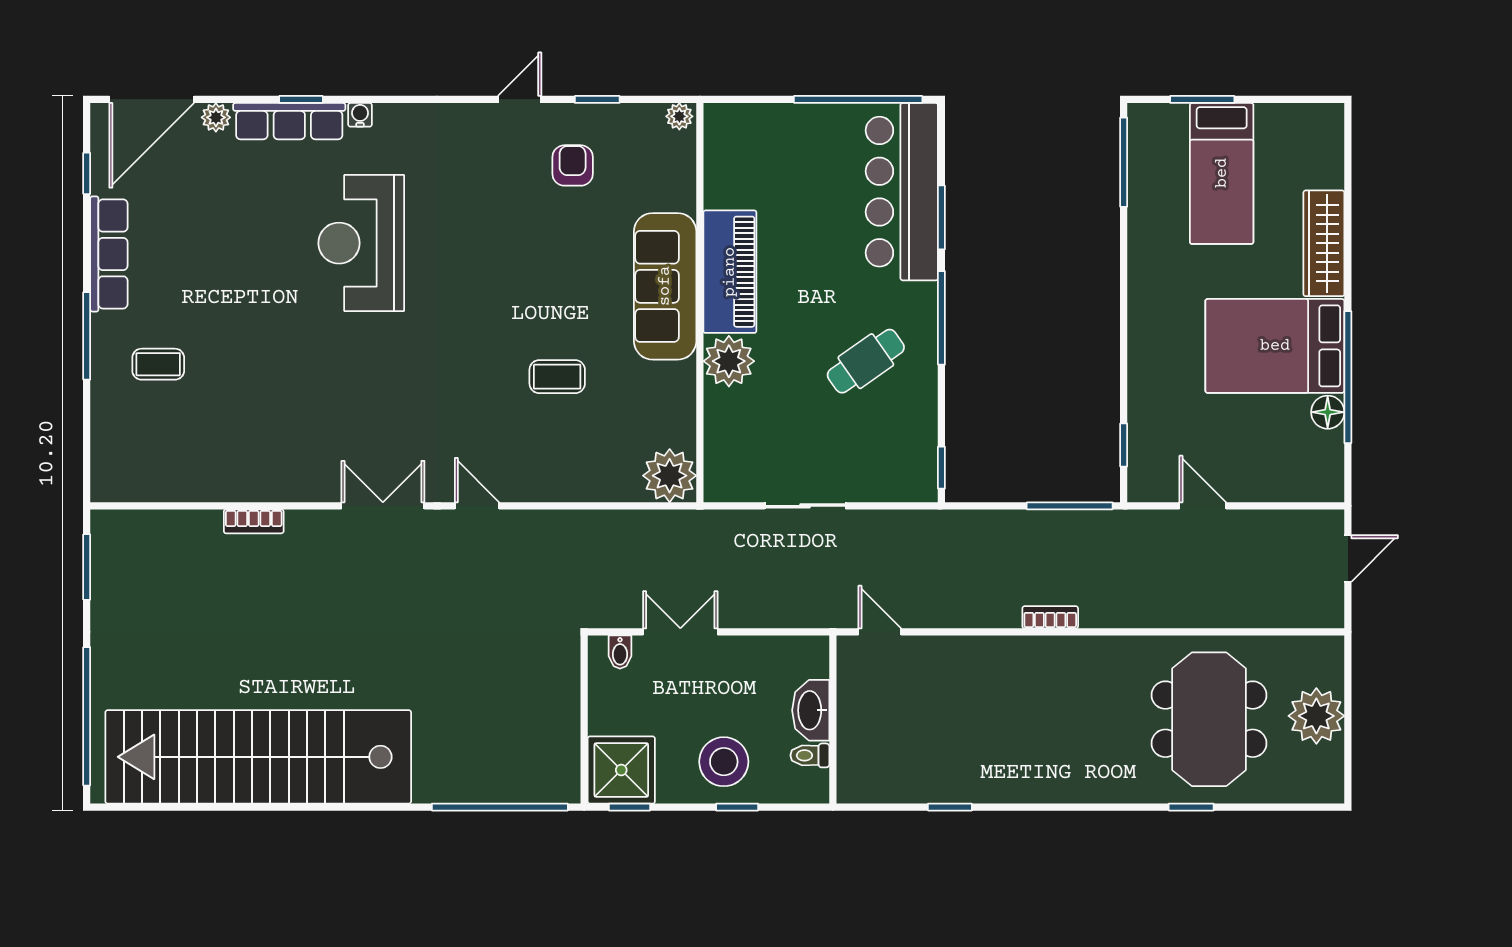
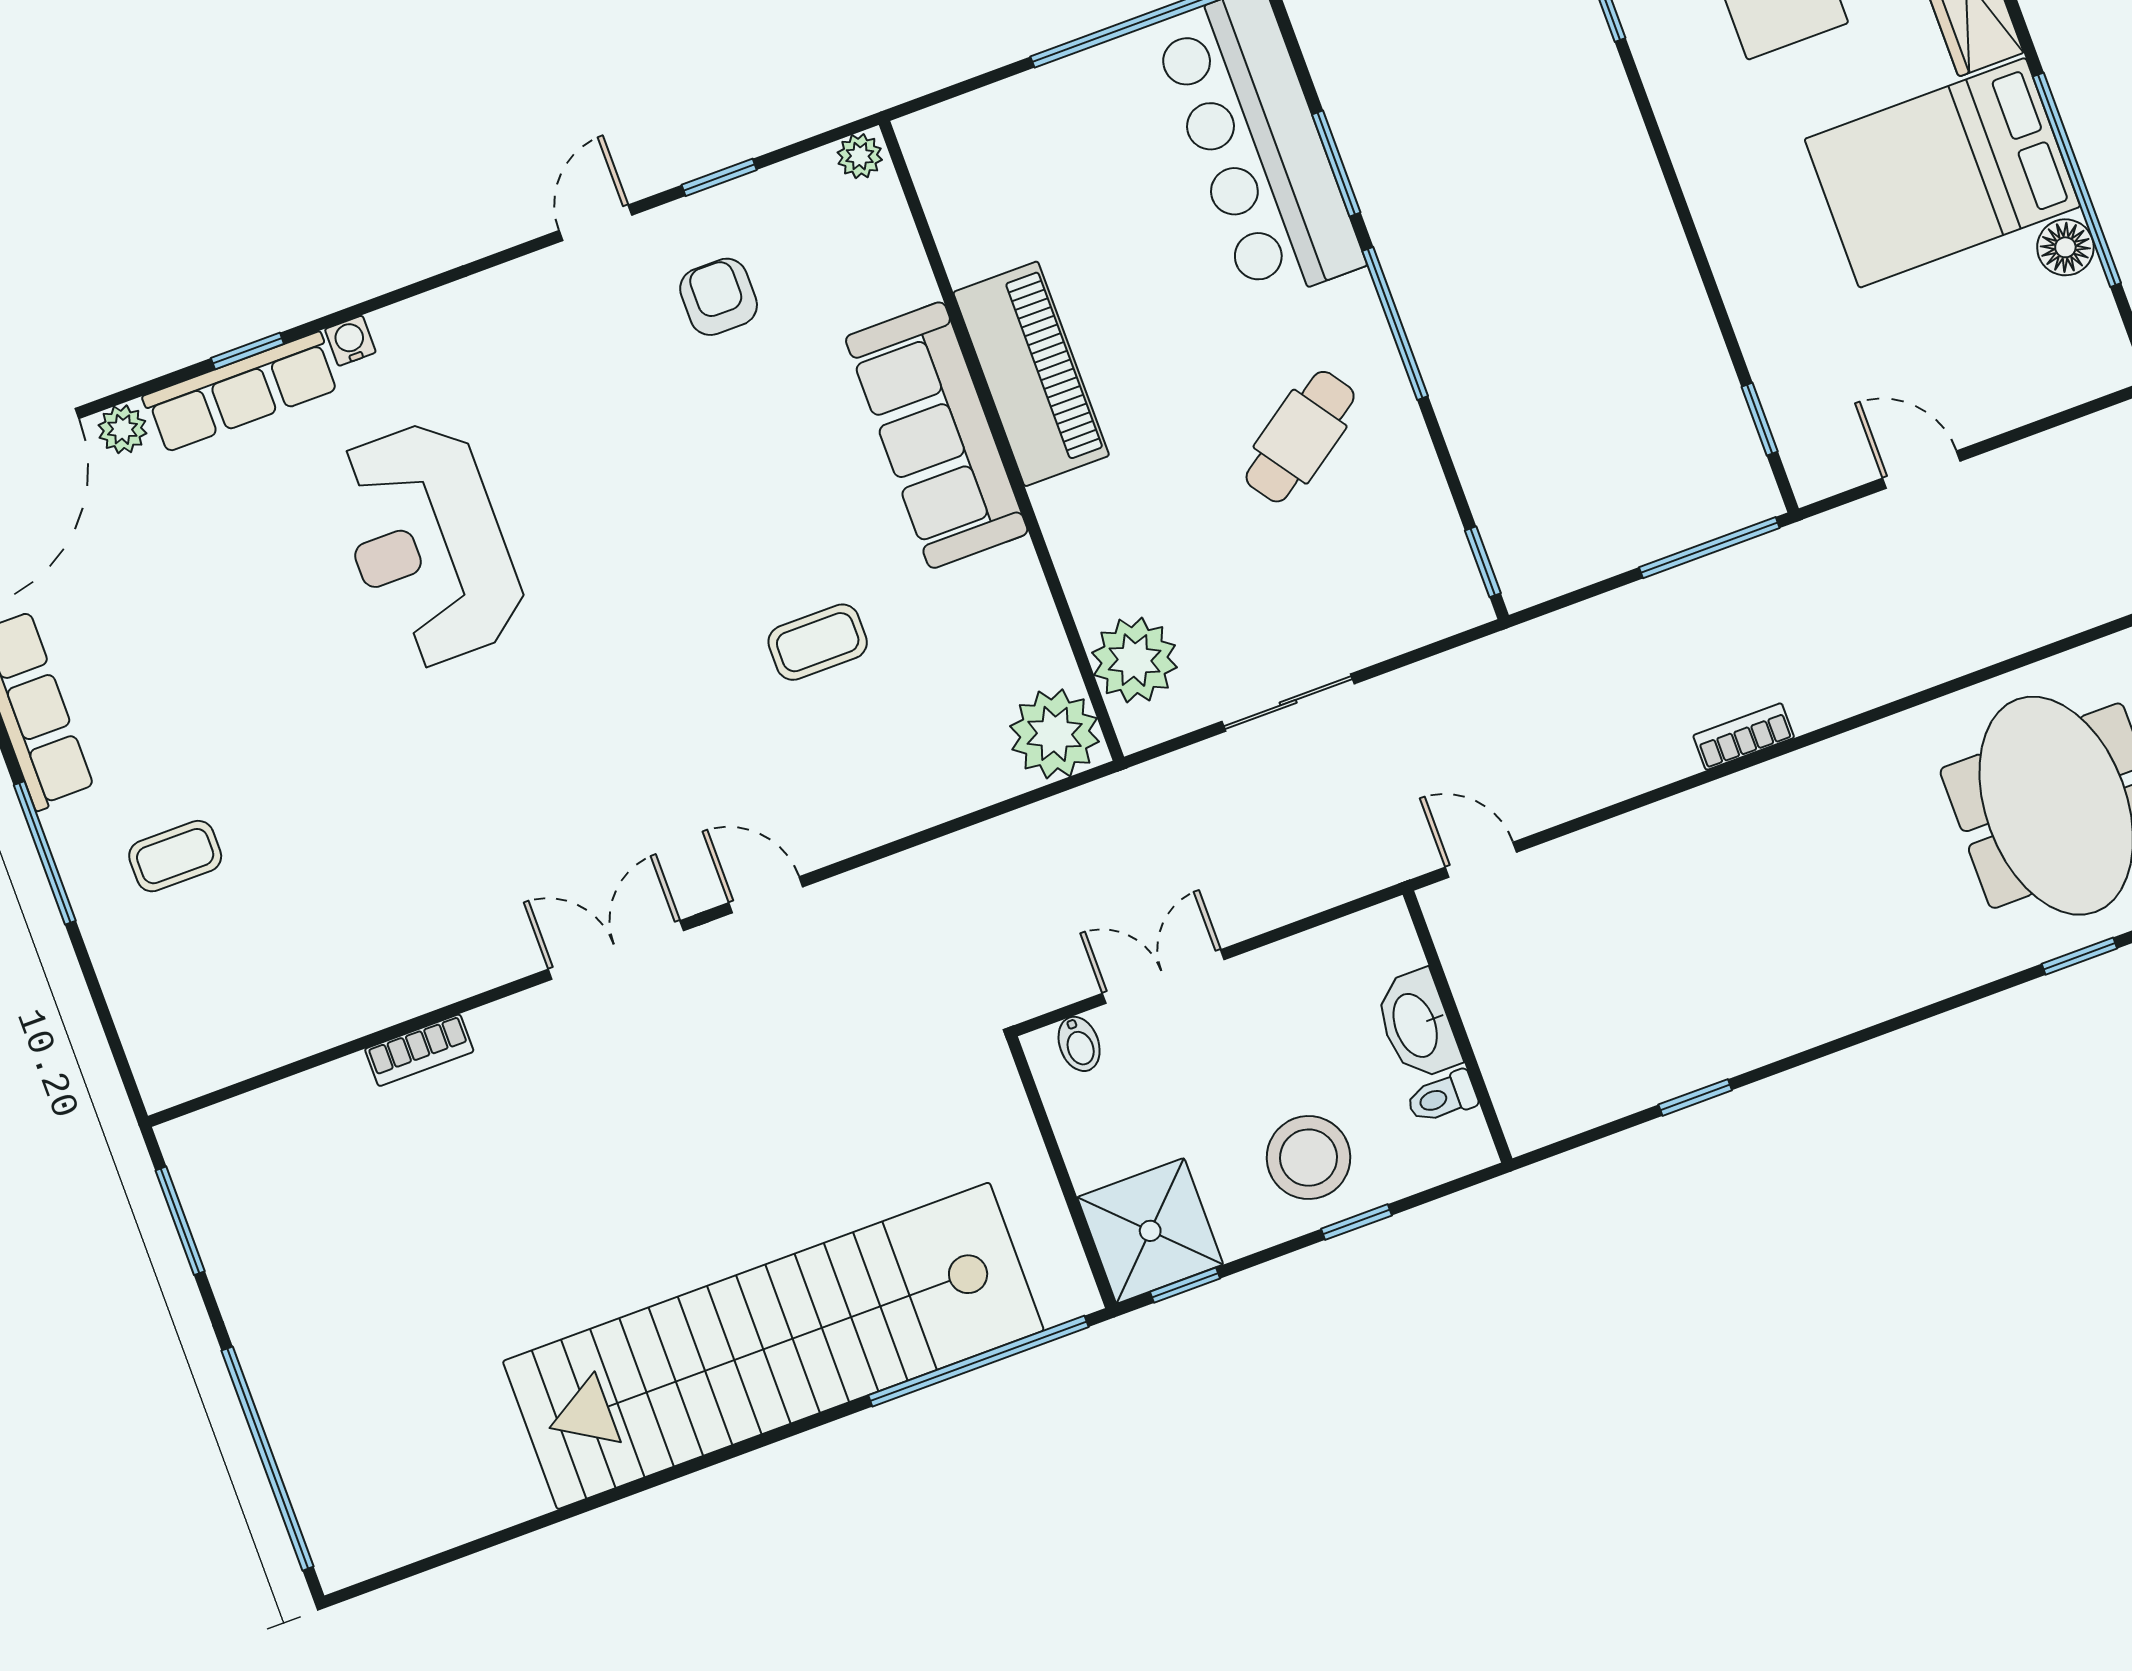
plant: (729, 361) -> (1135, 660), moved
stairs: (258, 757) -> (773, 1346), moved

